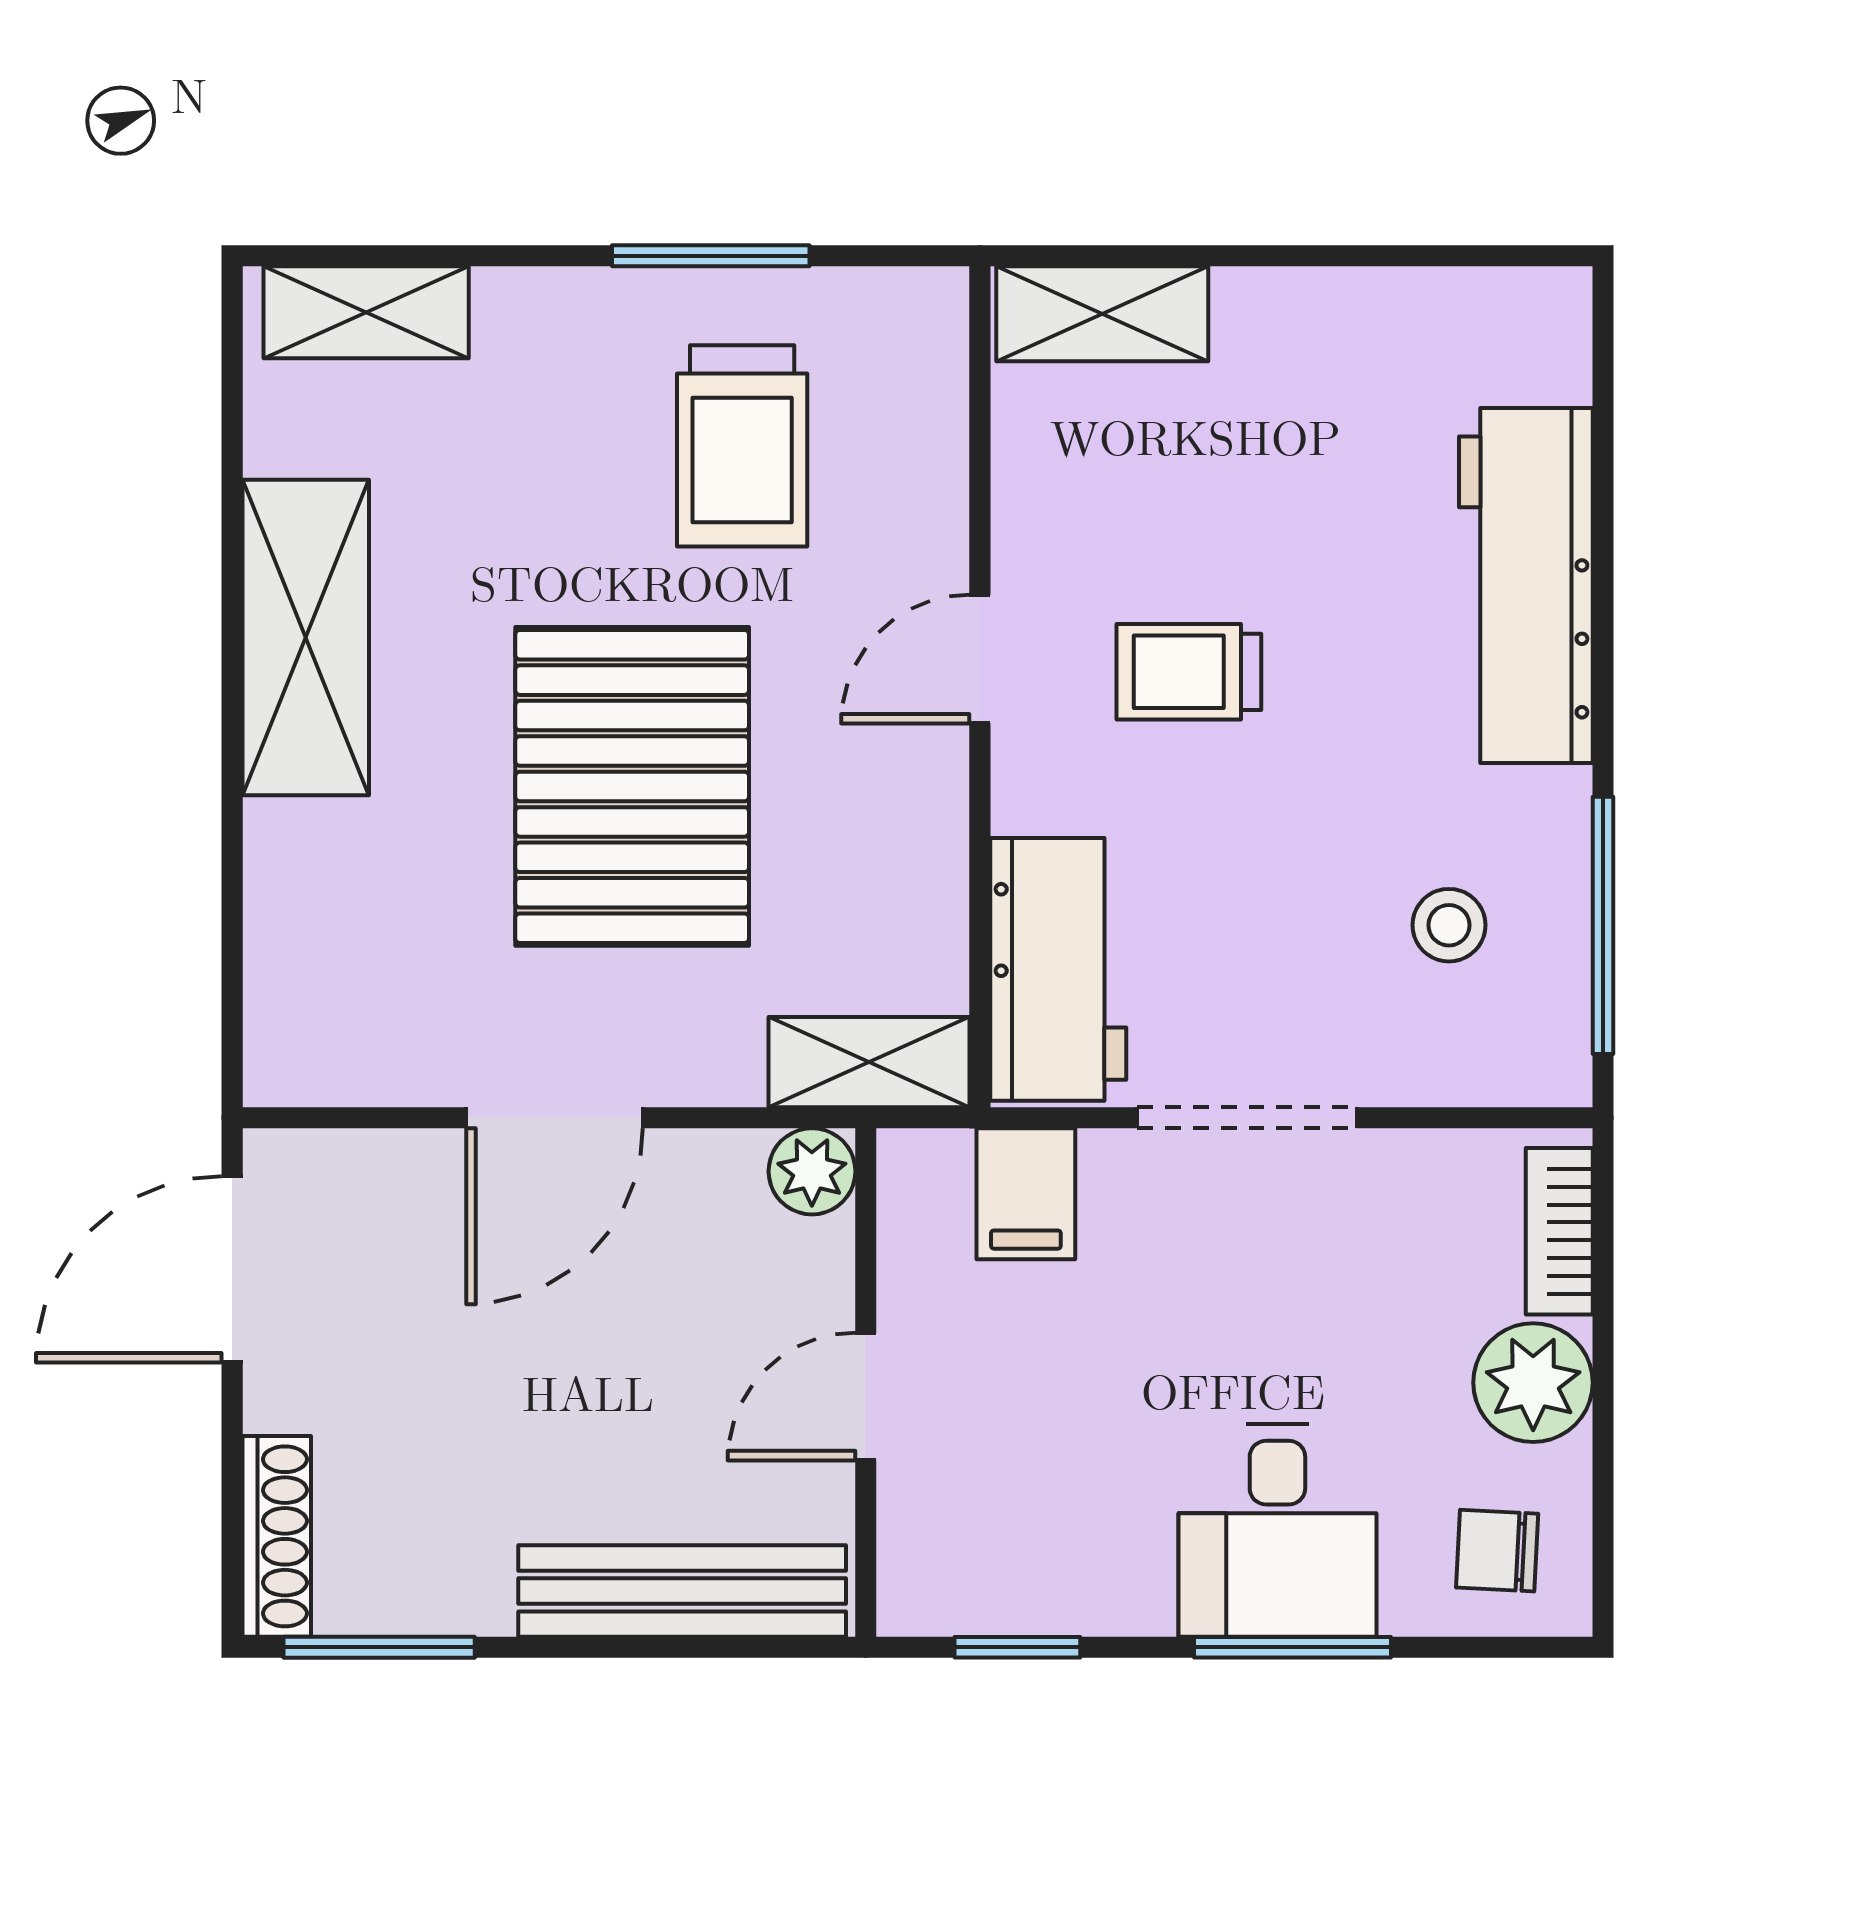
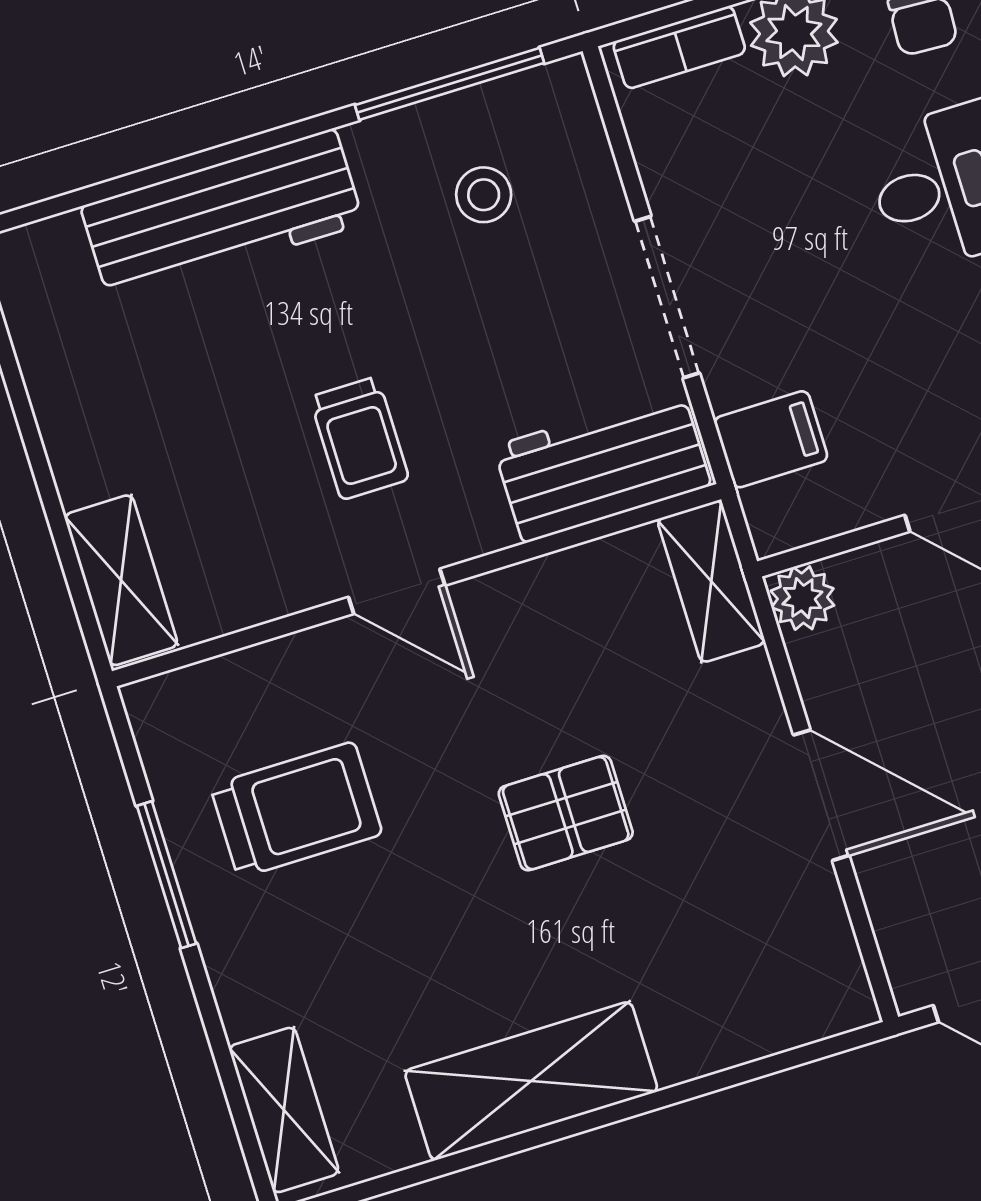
pallet: (632, 786) -> (566, 813), width x0.49, depth x0.50

